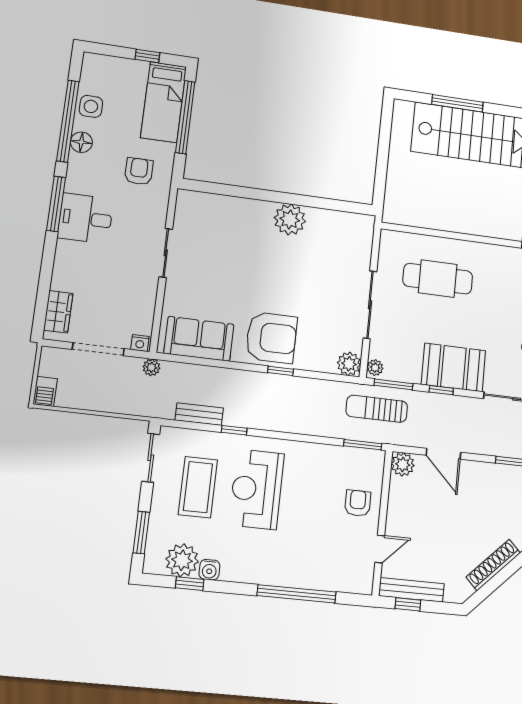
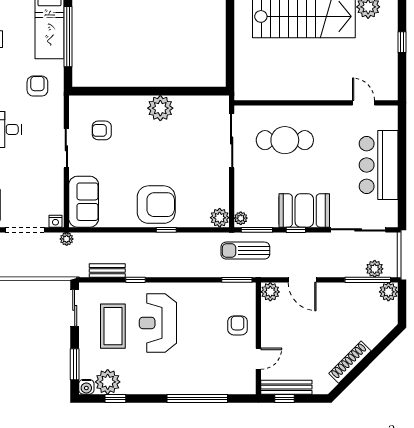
armchair: (213, 237) -> (102, 130), added
sliding door: (370, 305) -> (232, 140), moved
sofa: (199, 339) -> (84, 202), moved, turned 90
water cooler: (209, 570) -> (86, 387), moved

